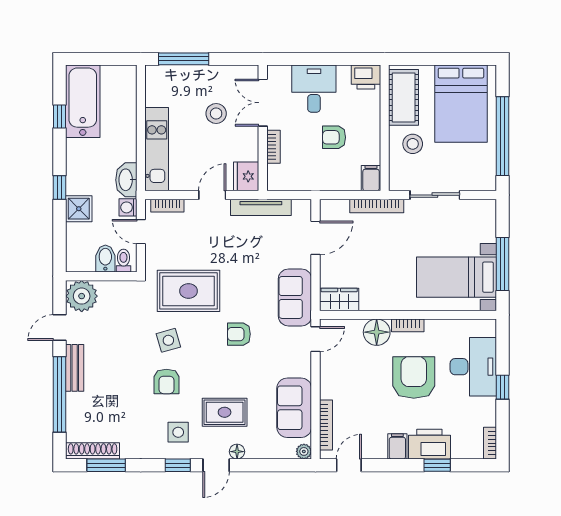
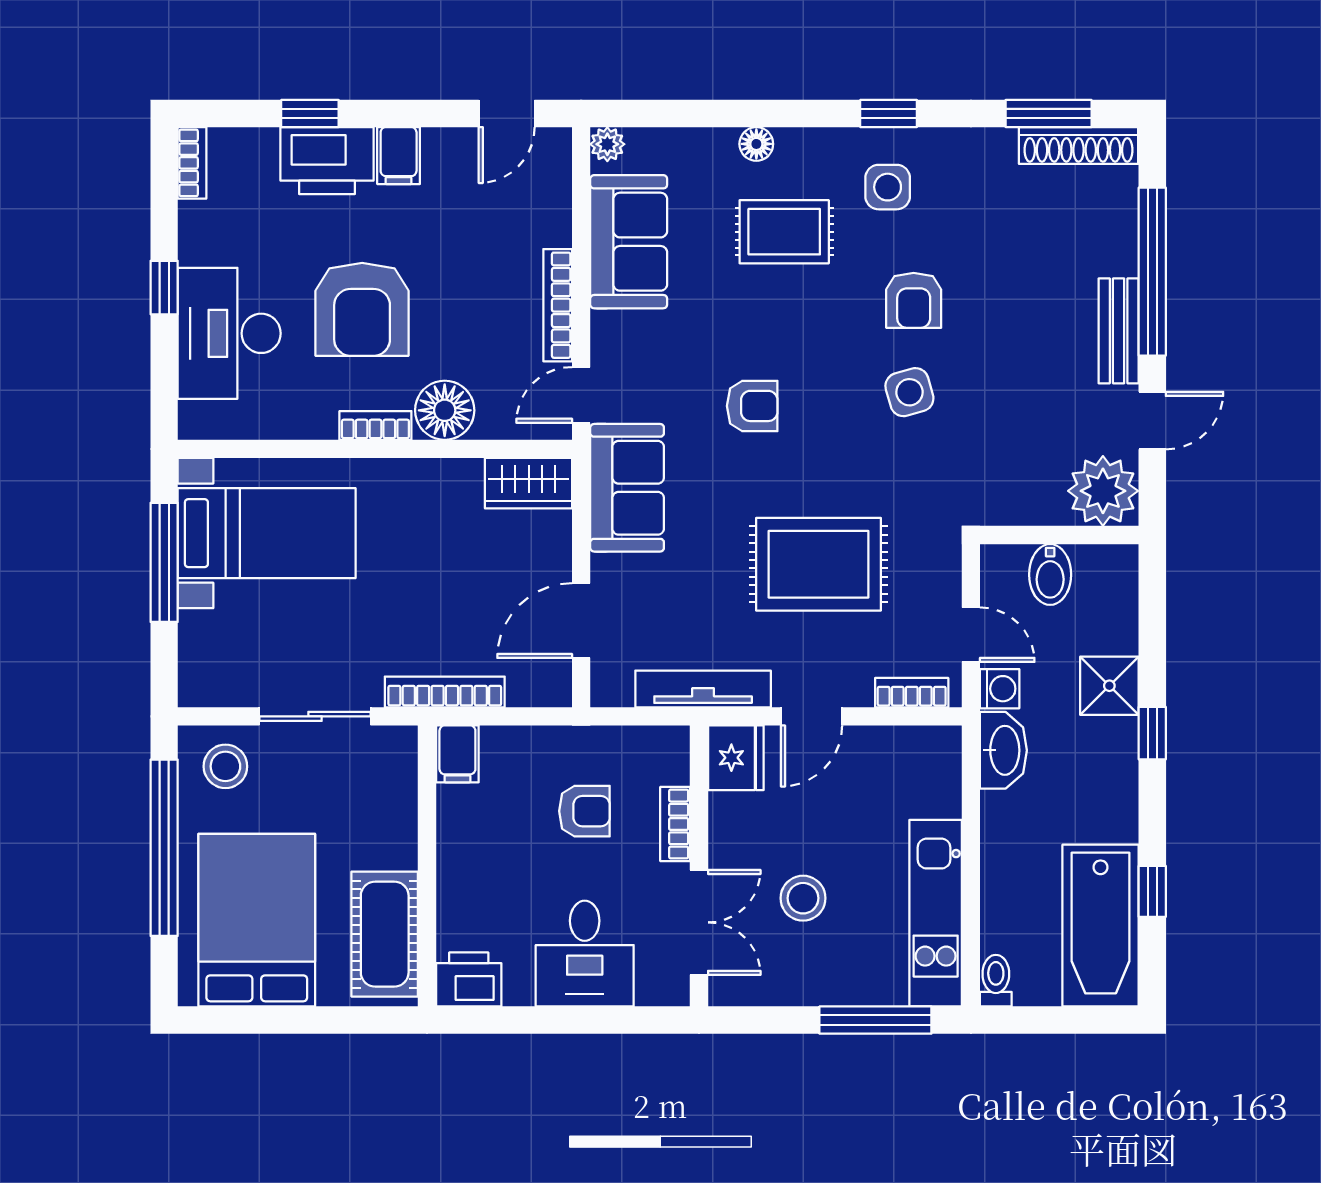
armchair: (334, 137) -> (584, 811), moved
stool: (413, 144) -> (225, 766), moved
kitchen unit: (157, 149) -> (936, 913), moved
toilet: (123, 261) -> (996, 981), moved, turned 180
rug: (189, 291) -> (819, 564), moved
armchair: (166, 381) -> (914, 300), turned 180
bookcase: (326, 425) -> (558, 305), moved
door: (216, 465) -> (803, 114), removed

